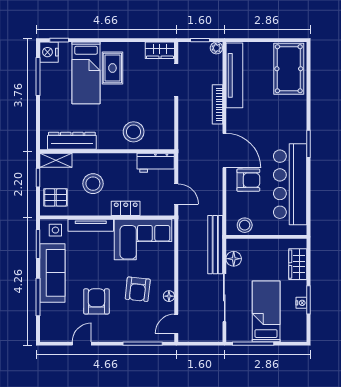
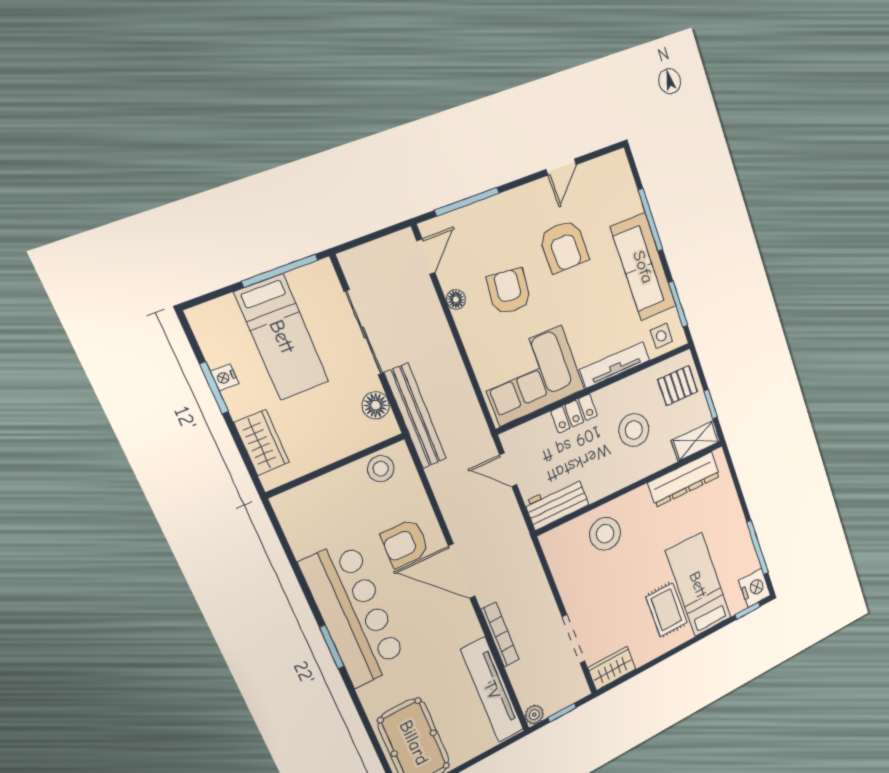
bar counter: (290, 184) -> (354, 613), moved

